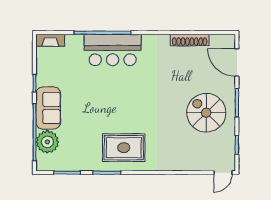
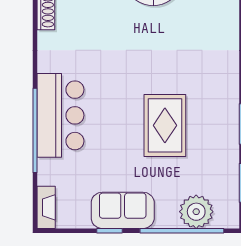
sofa: (48, 108) -> (123, 210), moved
rug: (124, 148) -> (165, 125), moved

